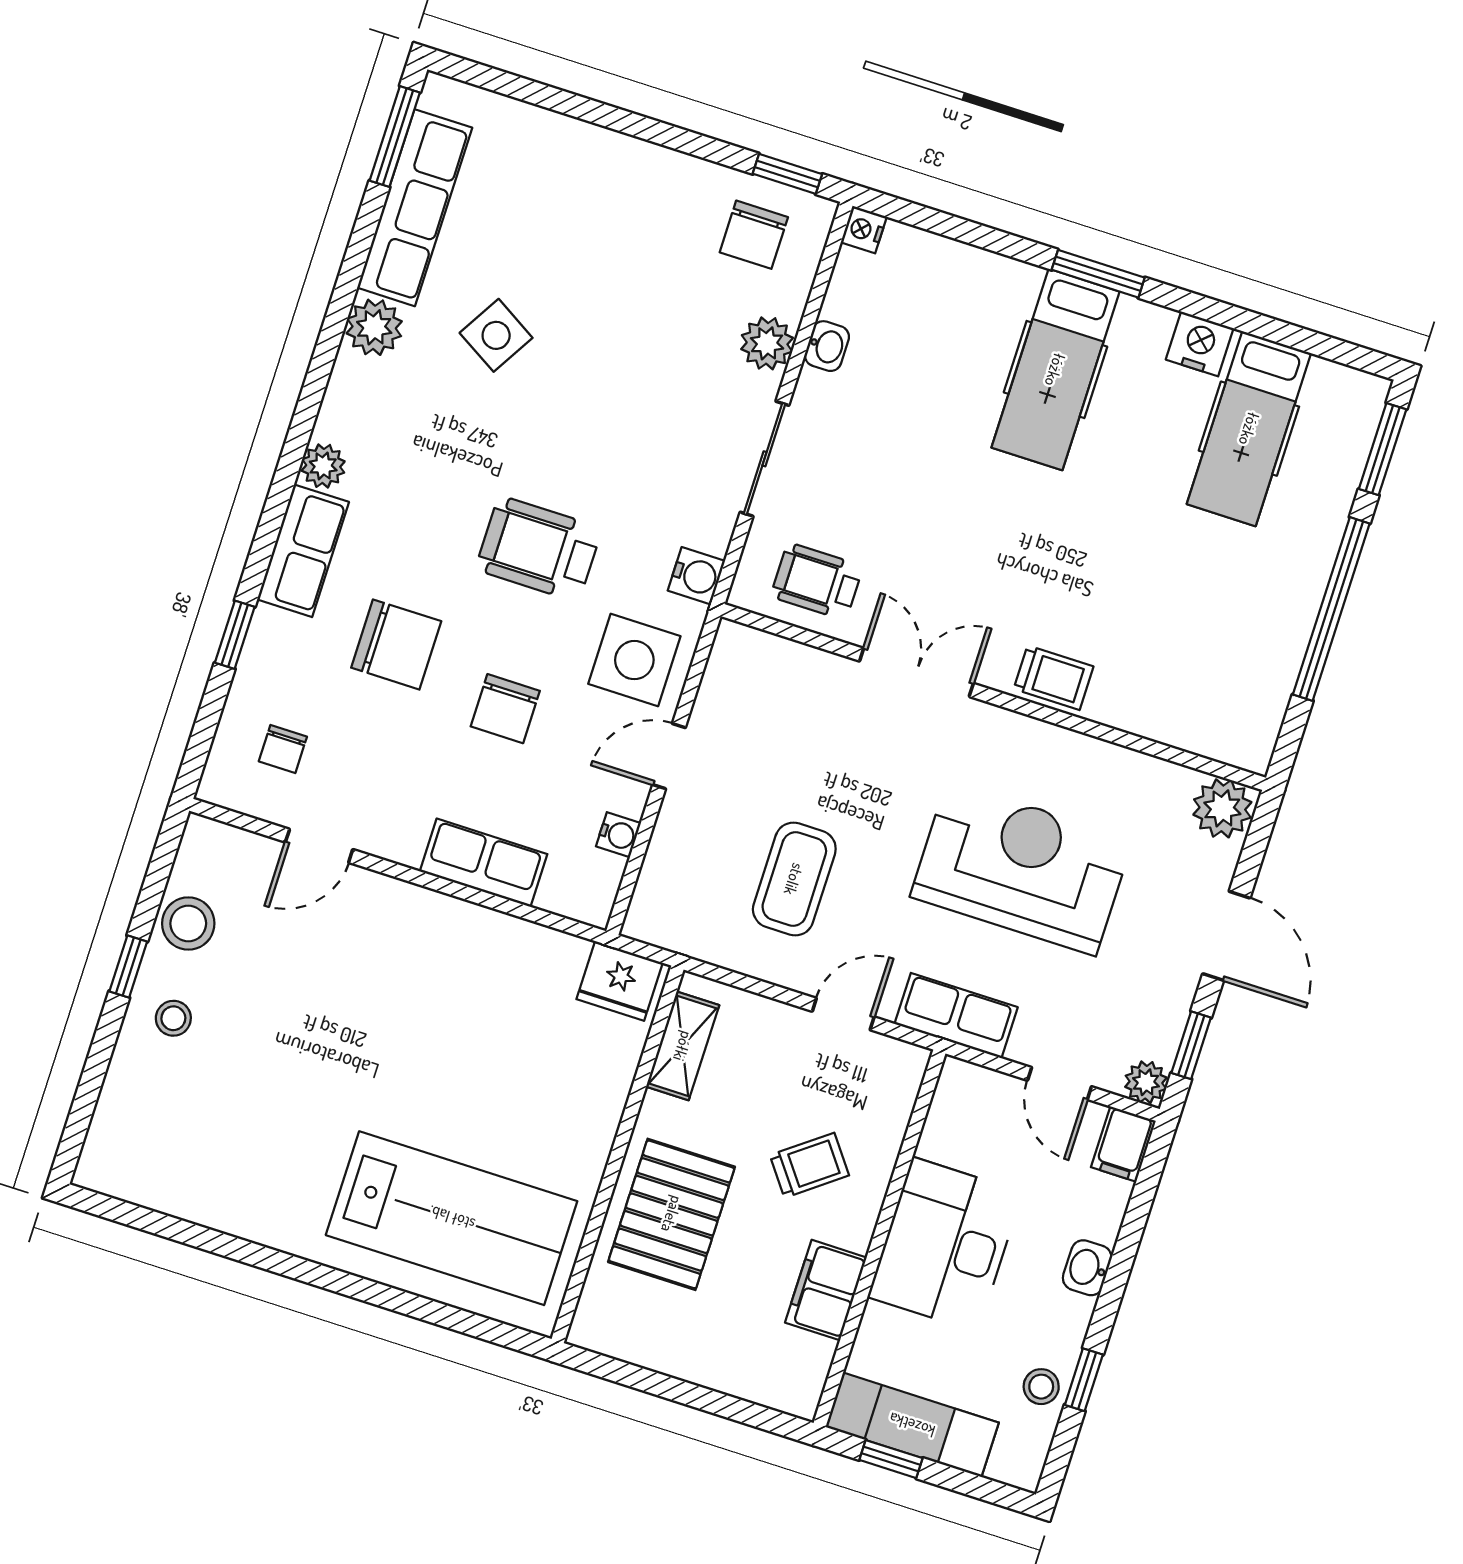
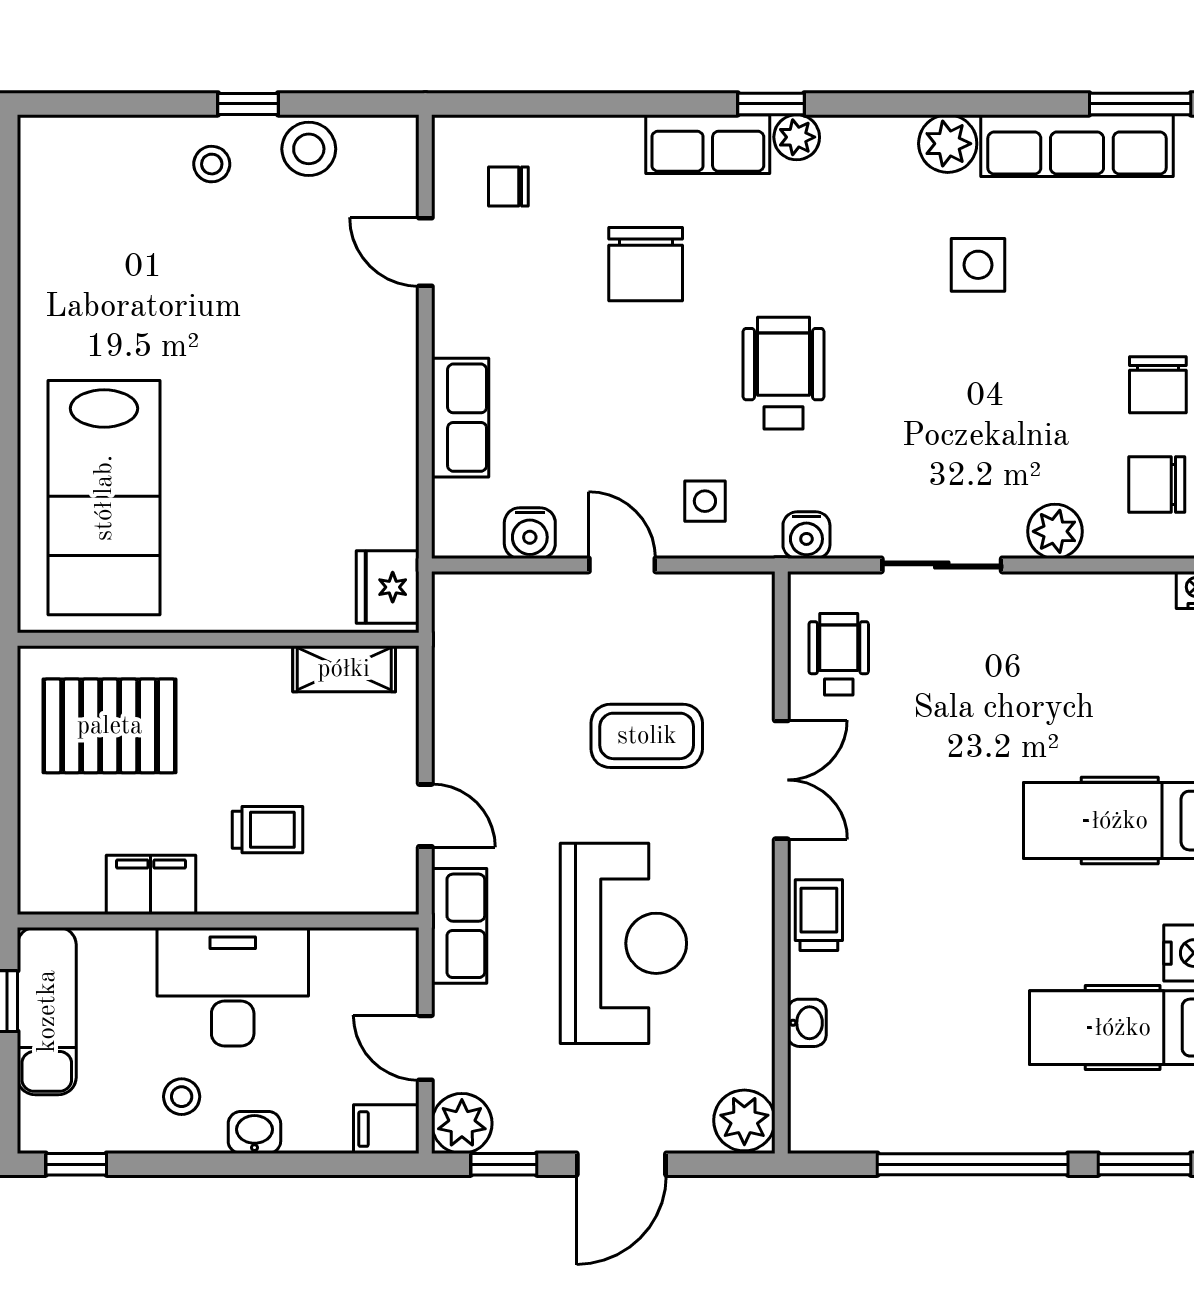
side table: (496, 335) -> (978, 265), turned -31
washbasin: (827, 346) -> (807, 1023), moved, turned -90
window: (235, 635) -> (771, 104), moved
side table: (634, 660) -> (705, 501), width x0.54, depth x0.54
trolley: (1054, 678) -> (819, 915), turned 180
chair: (505, 709) -> (1158, 385), moved, turned -90
water cooler: (618, 835) -> (530, 533), width x1.38, depth x1.38
coffee table: (794, 879) -> (647, 736), moved
plant: (1146, 1082) -> (462, 1123), width x1.38, depth x1.38
door: (1059, 1083) -> (425, 1048), hinge flipped
trolley: (809, 1165) -> (267, 830), turned -53
pallet: (672, 1214) -> (110, 726), moved
window: (1084, 1380) -> (76, 1164), moved
stool: (1041, 1387) -> (182, 1097), moved

